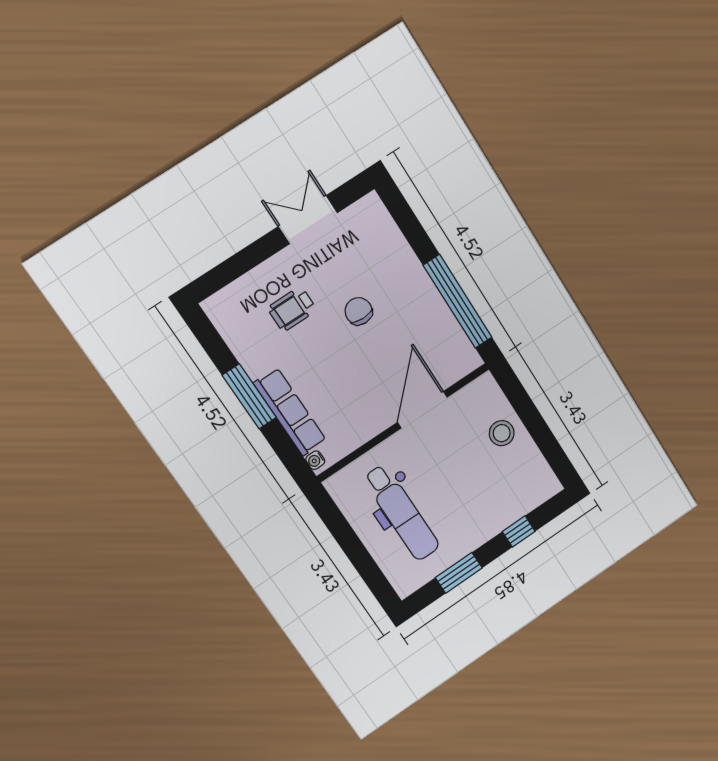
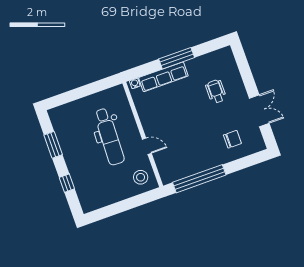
chair: (359, 311) -> (232, 139), moved
door: (422, 410) -> (147, 146), width x0.53
stool: (502, 433) -> (141, 177), moved
dental chair: (401, 513) -> (109, 137), moved, turned -88

